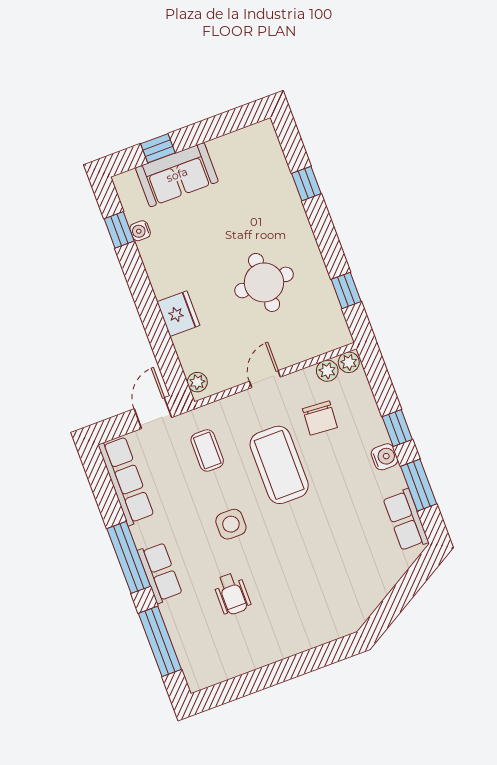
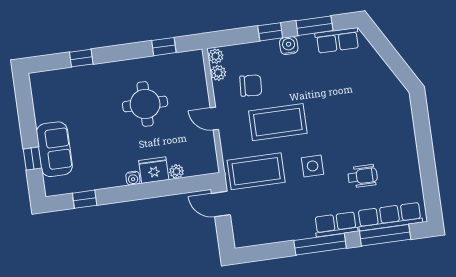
water cooler: (140, 231) -> (133, 178), moved
plant: (197, 382) -> (177, 172), moved
coffee table: (207, 450) -> (256, 171), width x1.86, depth x1.72
row of seats: (126, 481) -> (390, 217), moved

